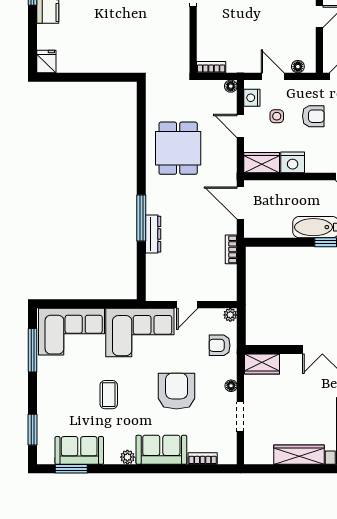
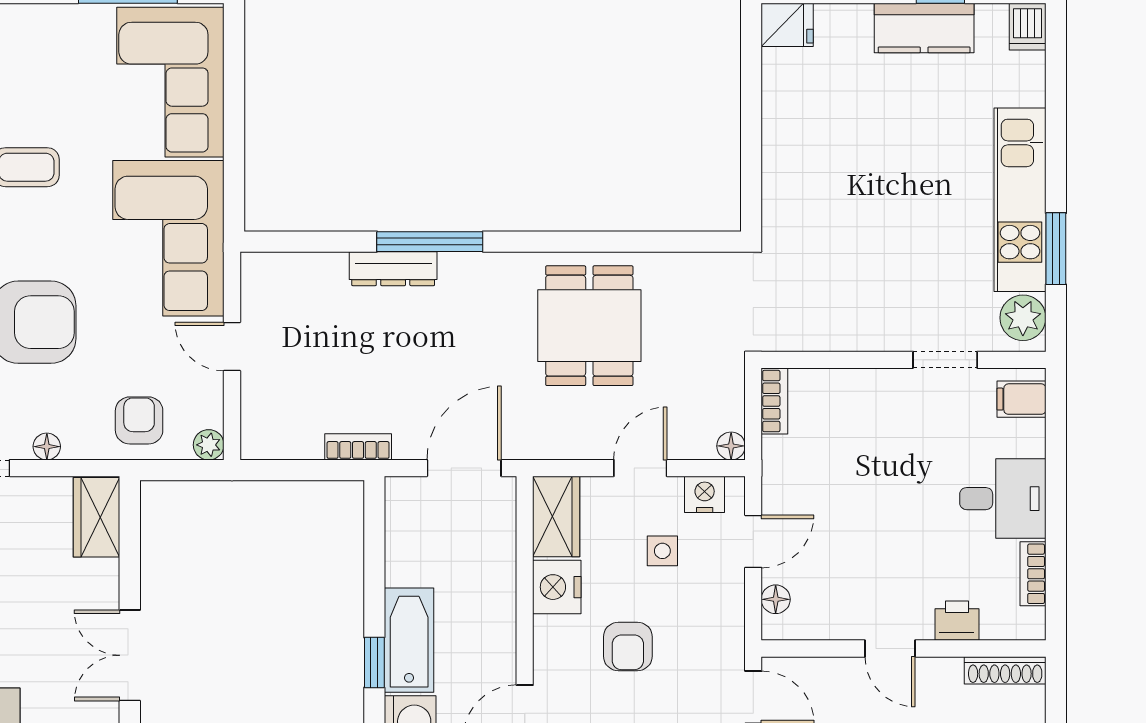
armchair: (313, 116) -> (628, 646), moved
dining table: (178, 148) -> (589, 326), turned 90

